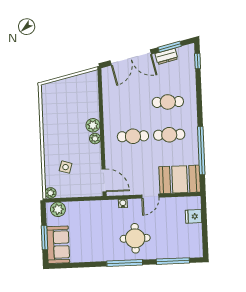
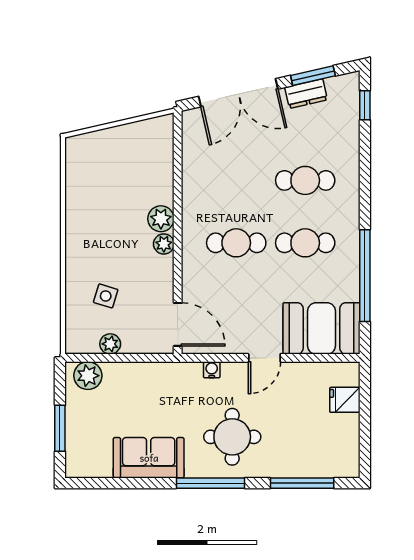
plant: (51, 193) -> (110, 344), moved
sofa: (58, 245) -> (149, 458), moved, turned -90

